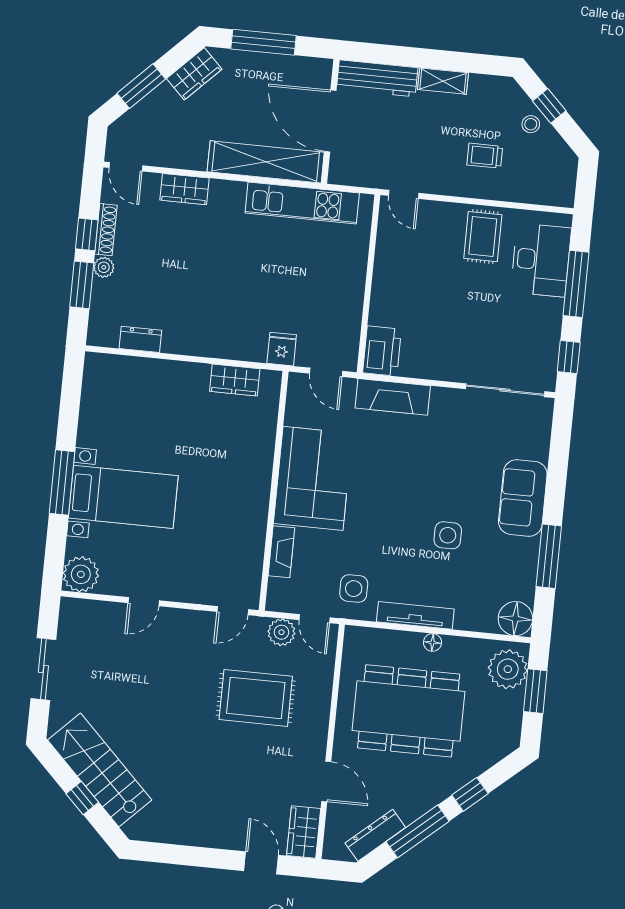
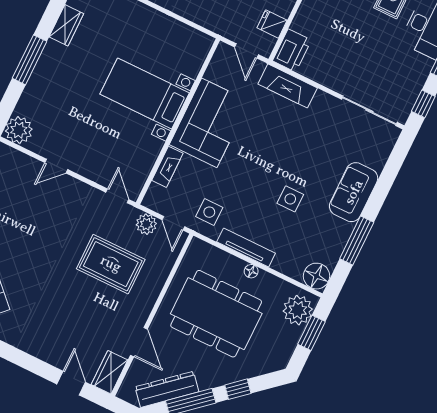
fridge: (282, 349) -> (272, 24), moved, turned -90
wardrobe: (235, 380) -> (66, 25), moved, turned -90
bed with nightstands: (123, 497) -> (145, 94), moved, turned 180
door: (233, 611) -> (117, 196), swing flipped
dresser: (375, 835) -> (167, 389), width x1.37, depth x1.24

